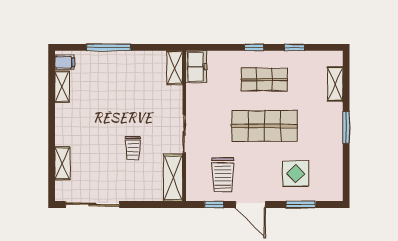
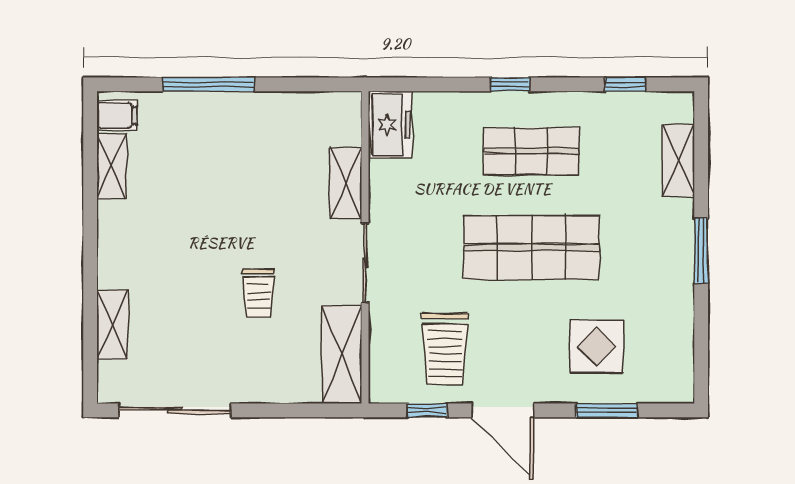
window: (294, 47) -> (625, 84), moved
shelving: (175, 68) -> (346, 183), moved

